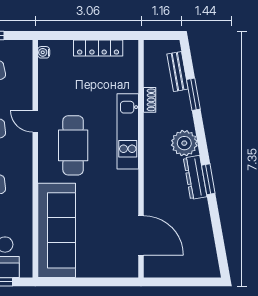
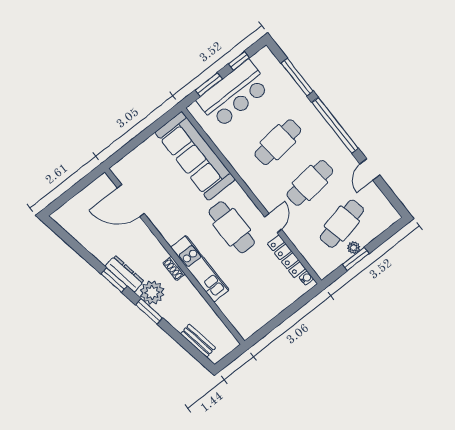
locker: (98, 48) -> (287, 256), moved, turned -90
window: (193, 94) -> (149, 311), moved
shoe rack: (150, 100) -> (174, 268), moved
door: (35, 121) -> (273, 223), hinge flipped

